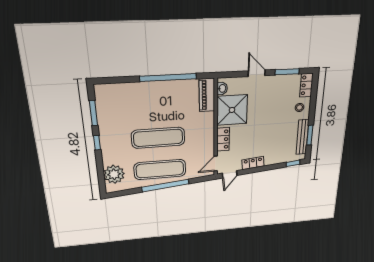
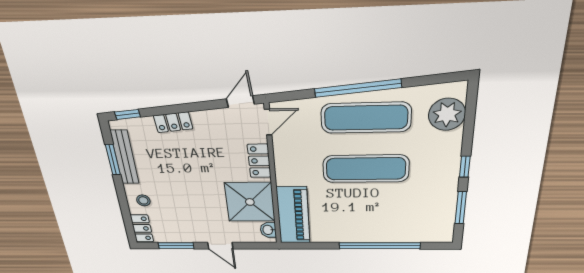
window: (168, 78) -> (379, 246), moved
piano: (207, 95) -> (293, 215), width x1.37, depth x1.33
locker: (253, 163) -> (173, 122), moved

